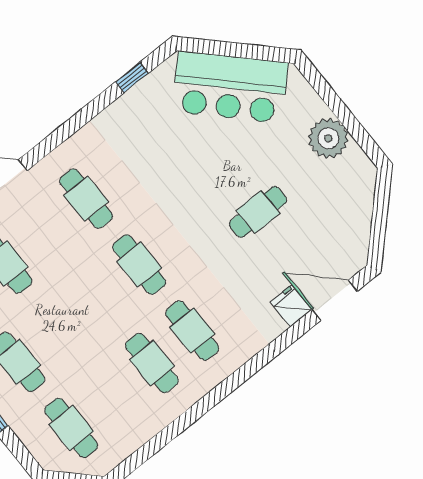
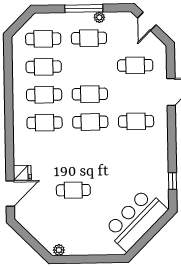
plant: (328, 138) -> (59, 250), moved, width x0.53, depth x0.53
cafe table: (258, 212) -> (73, 190), turned 90
cafe table: (99, 297) -> (90, 94), added
cafe table: (112, 395) -> (44, 67), added

